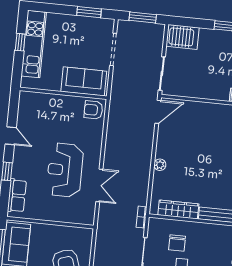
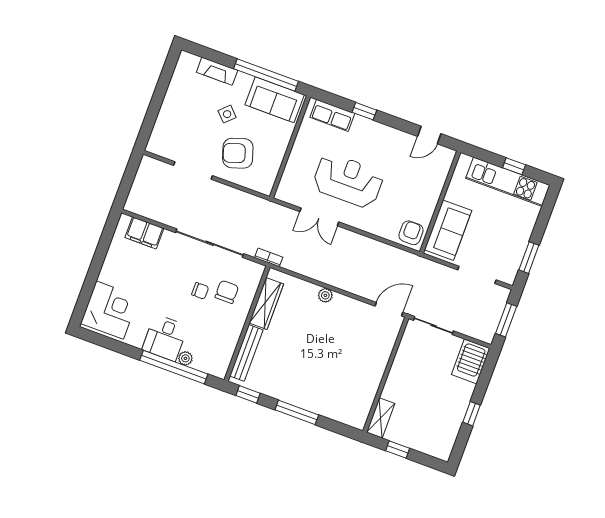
door: (158, 112) -> (389, 309), swing flipped
door: (11, 136) -> (429, 135), moved
chair: (177, 243) -> (227, 292), turned 90

